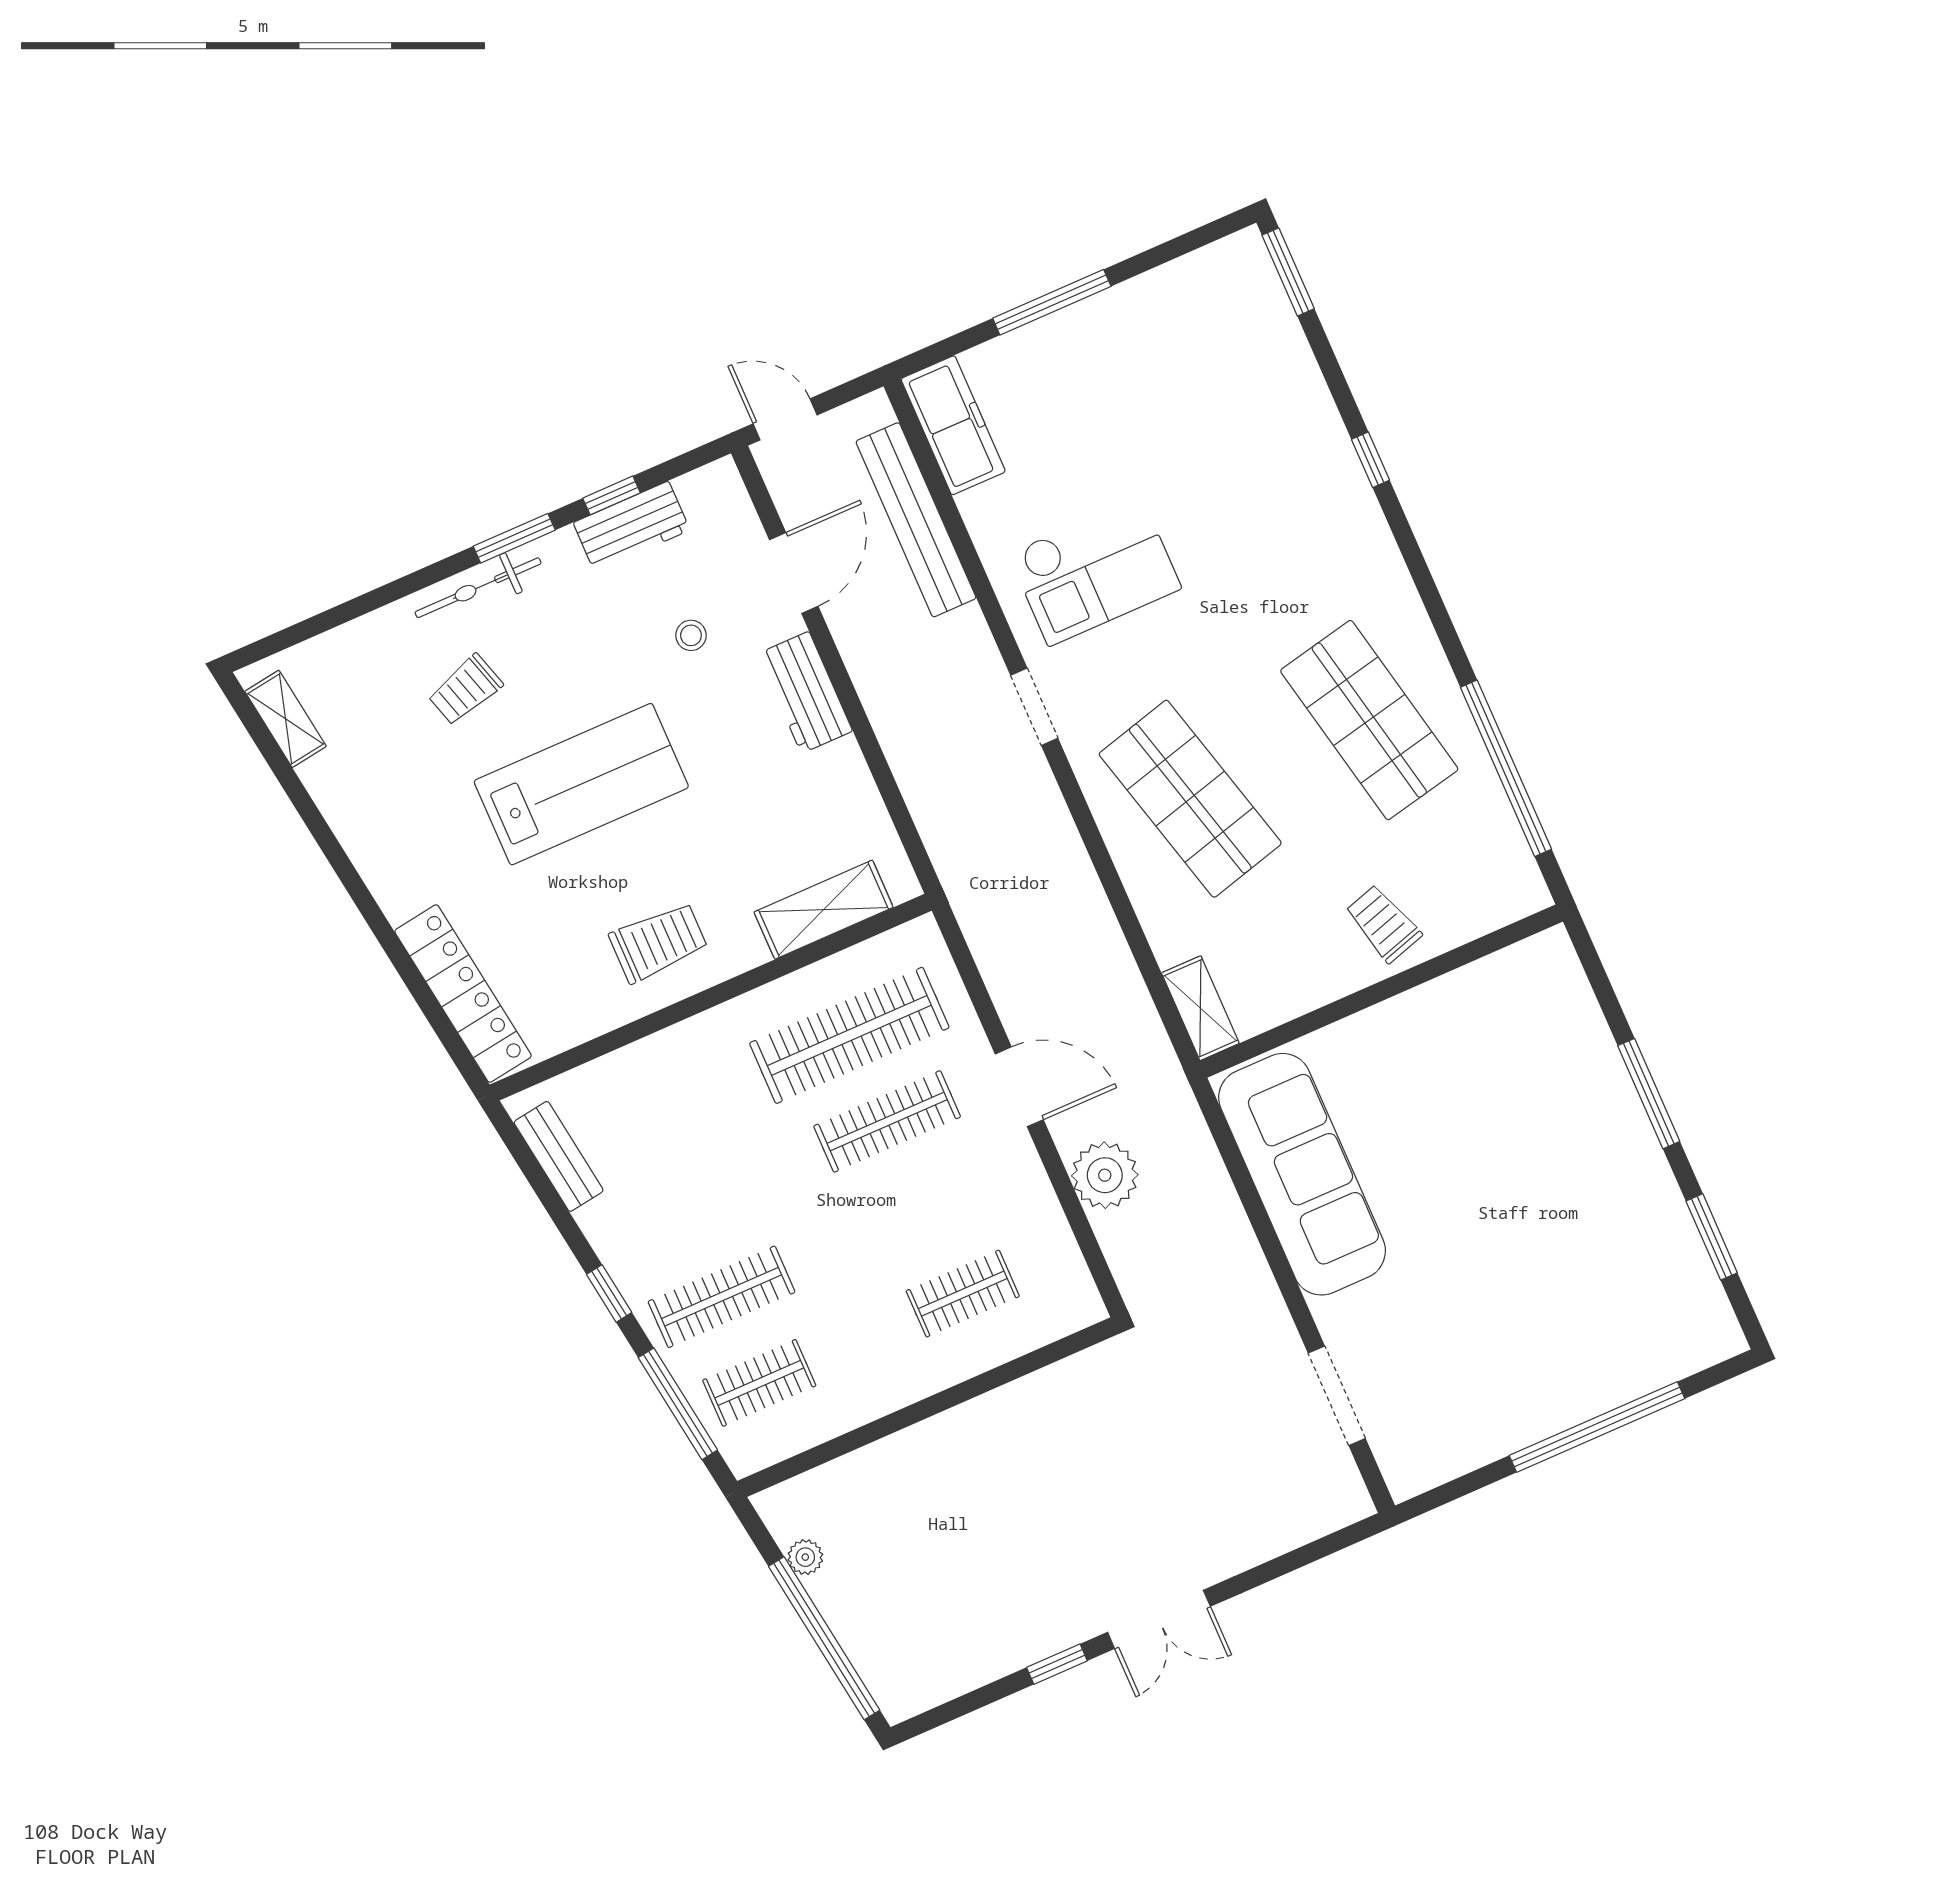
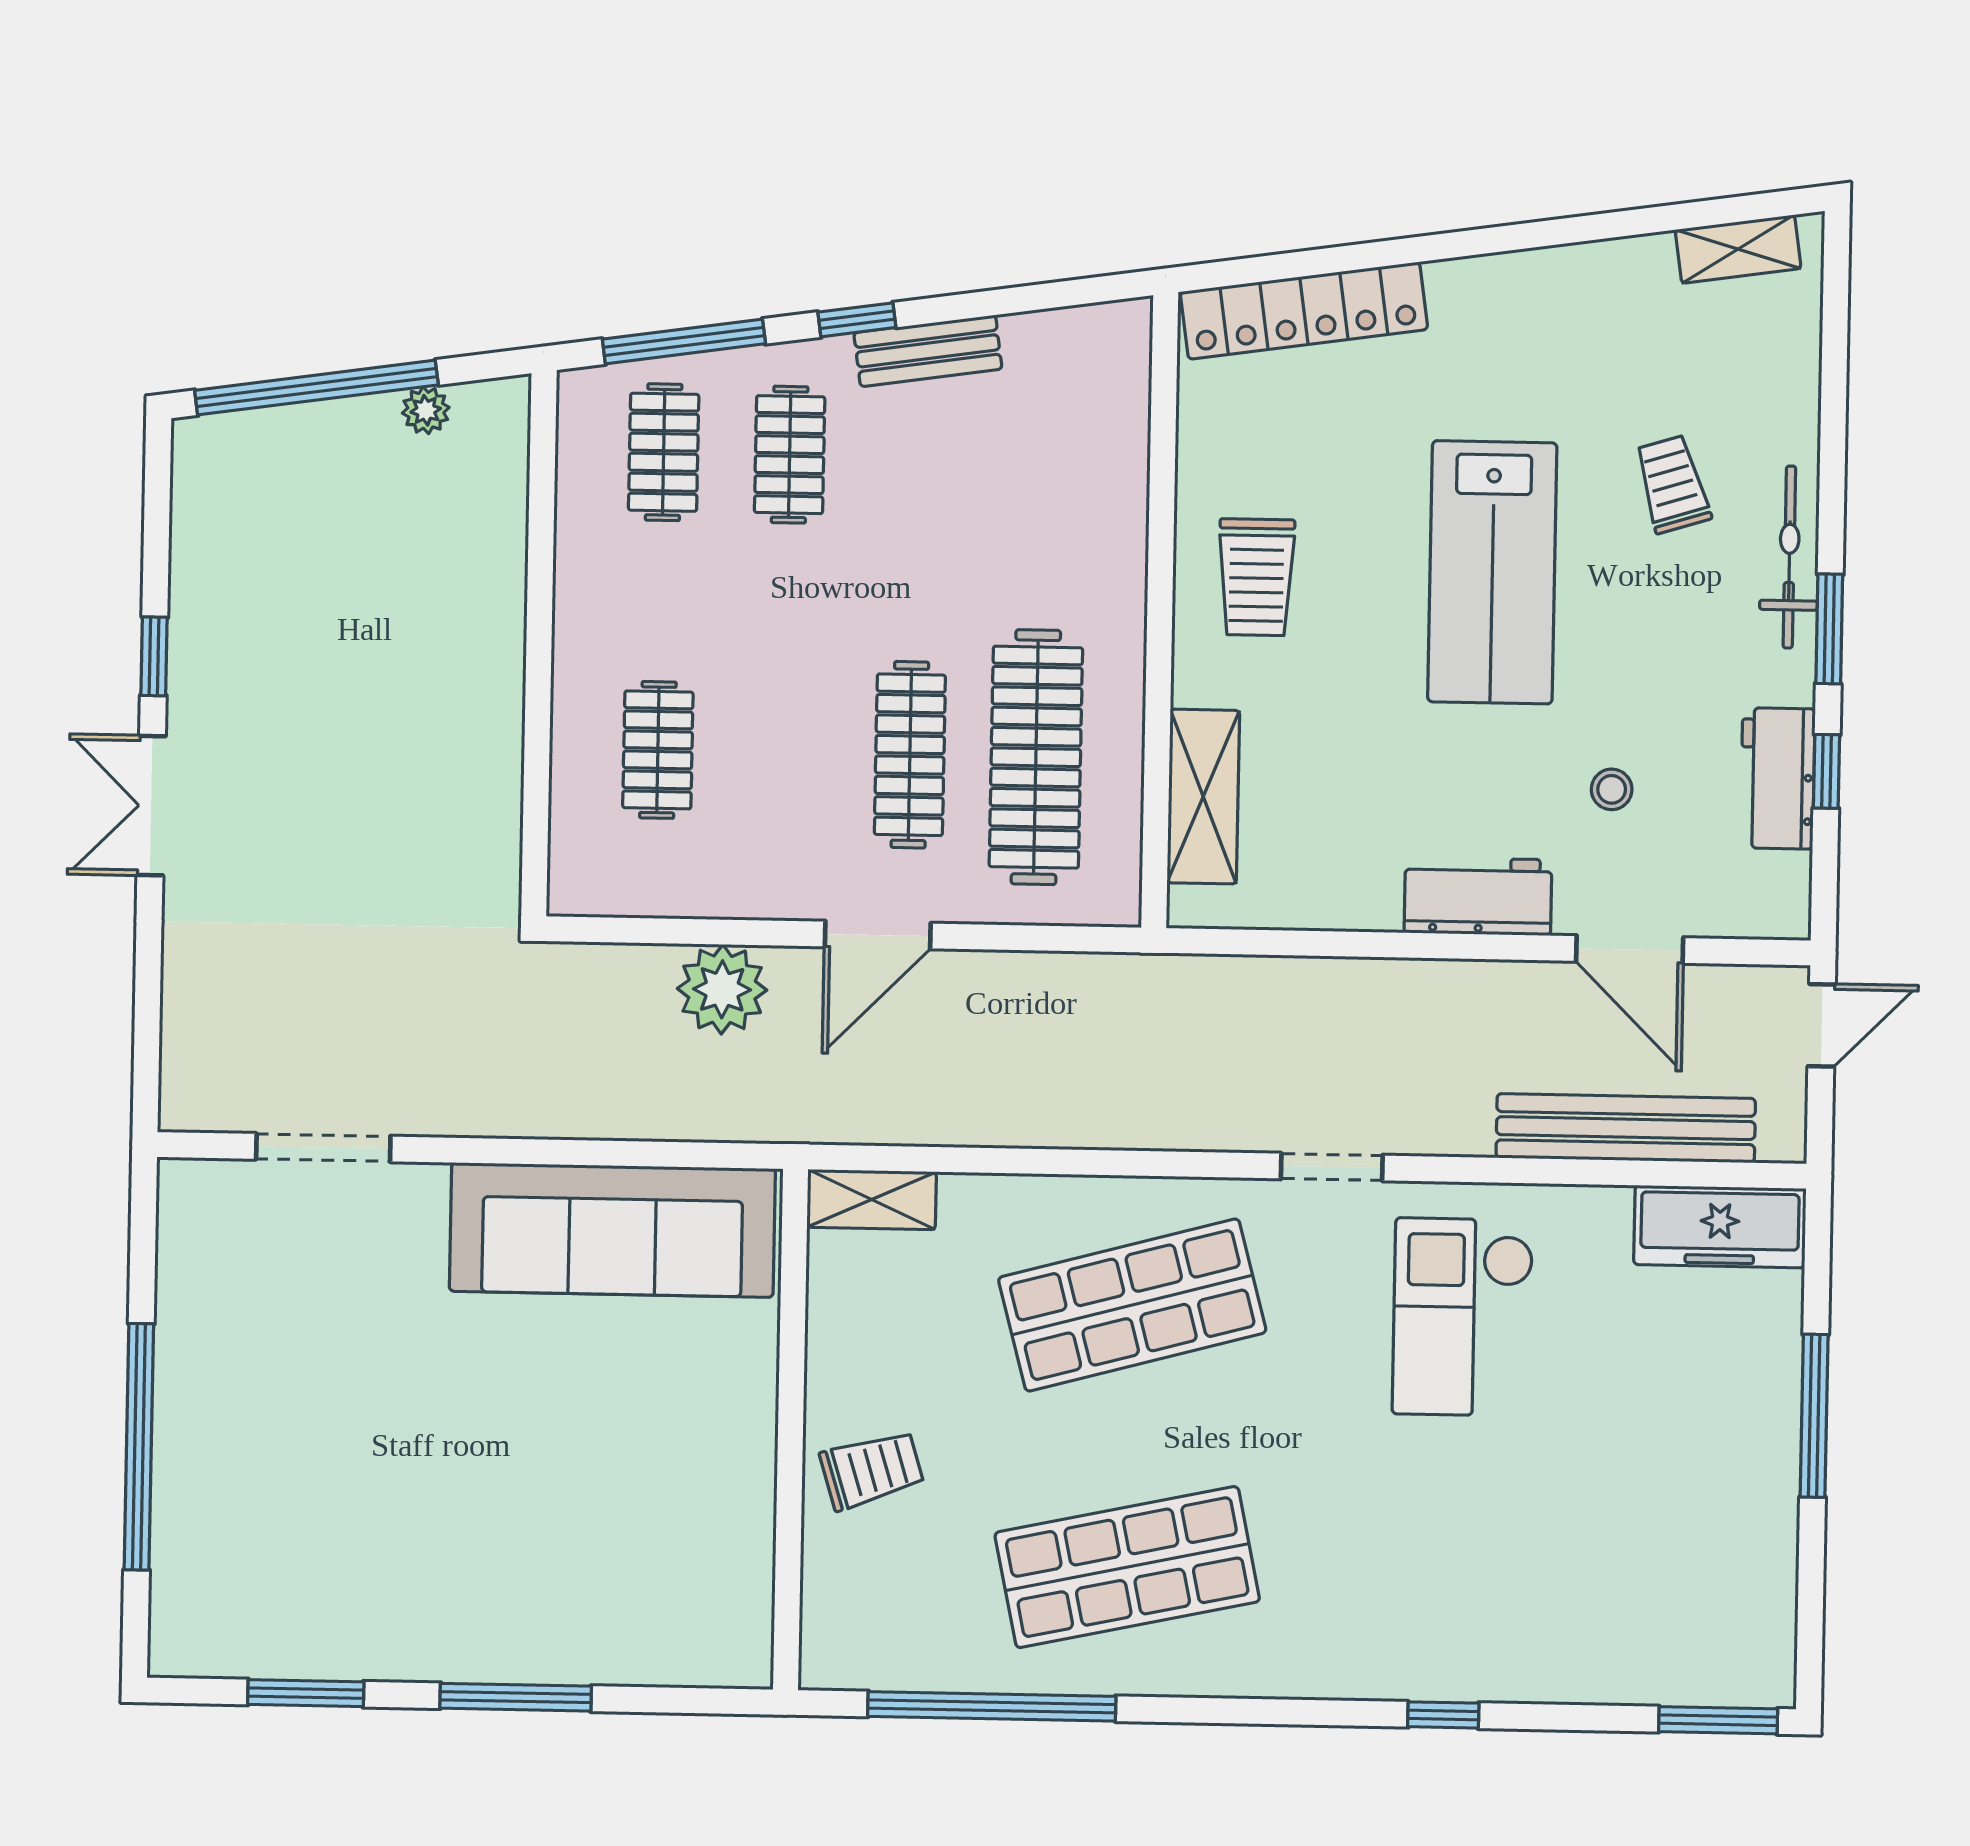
bench: (559, 1156) -> (928, 351), moved
clothes rail: (722, 1297) -> (790, 455), width x0.73

